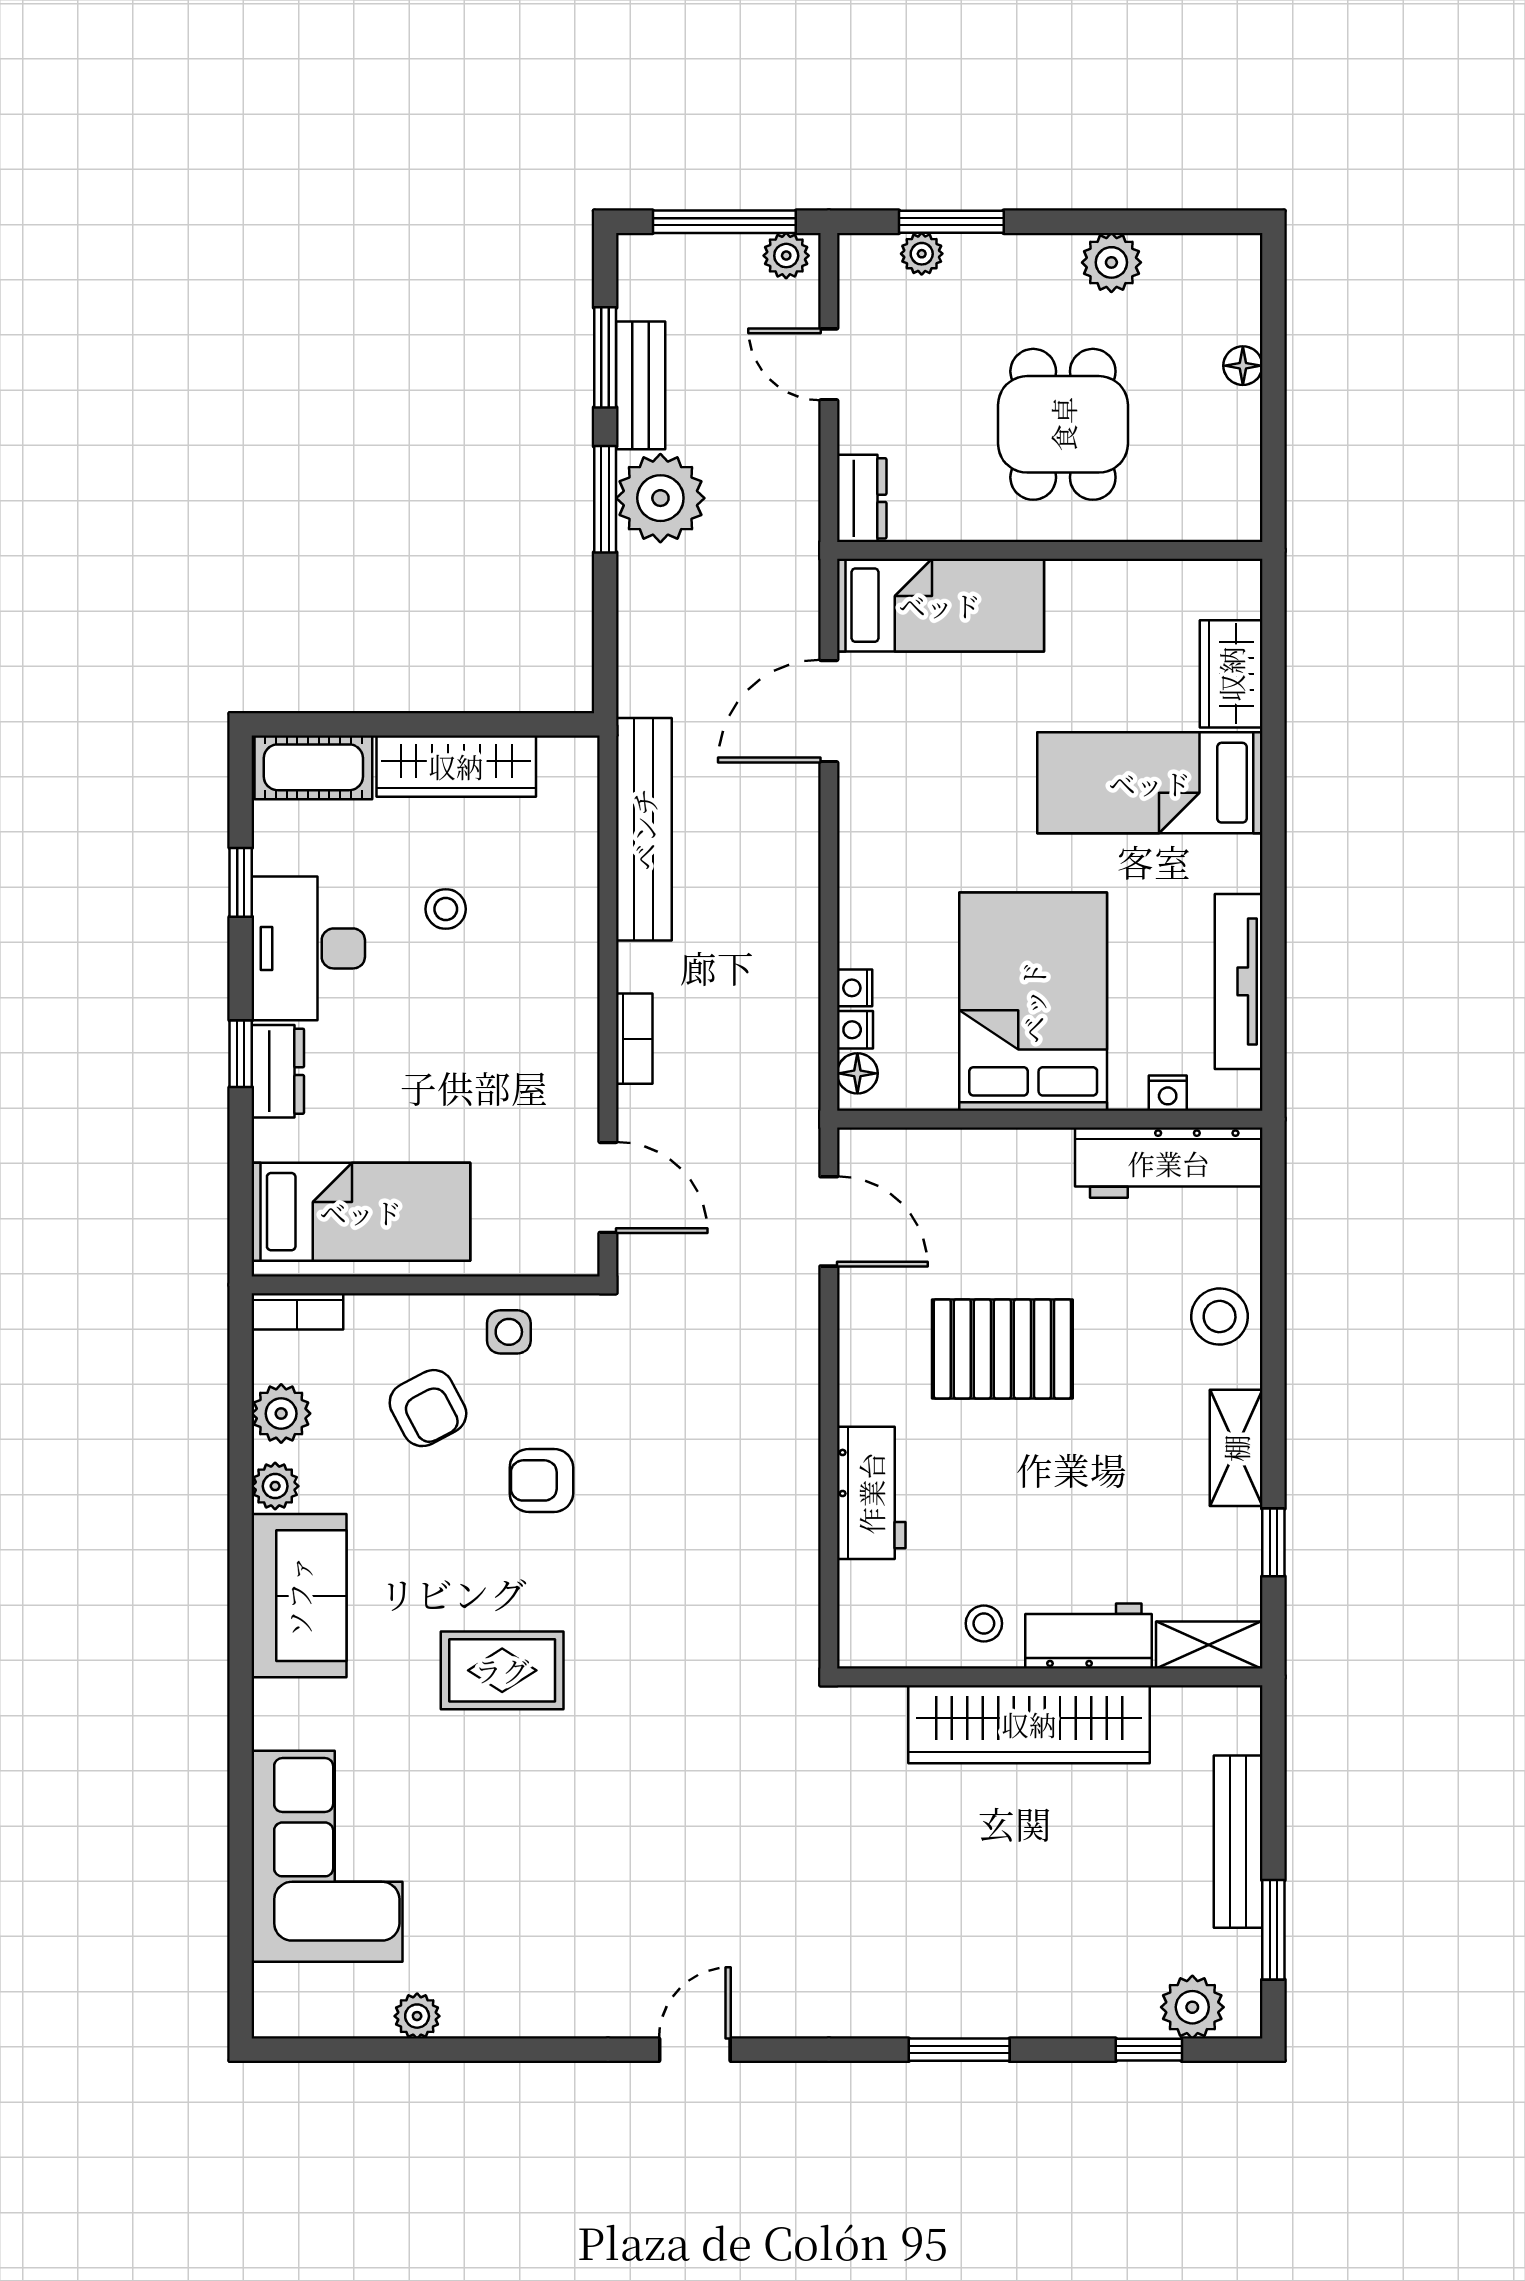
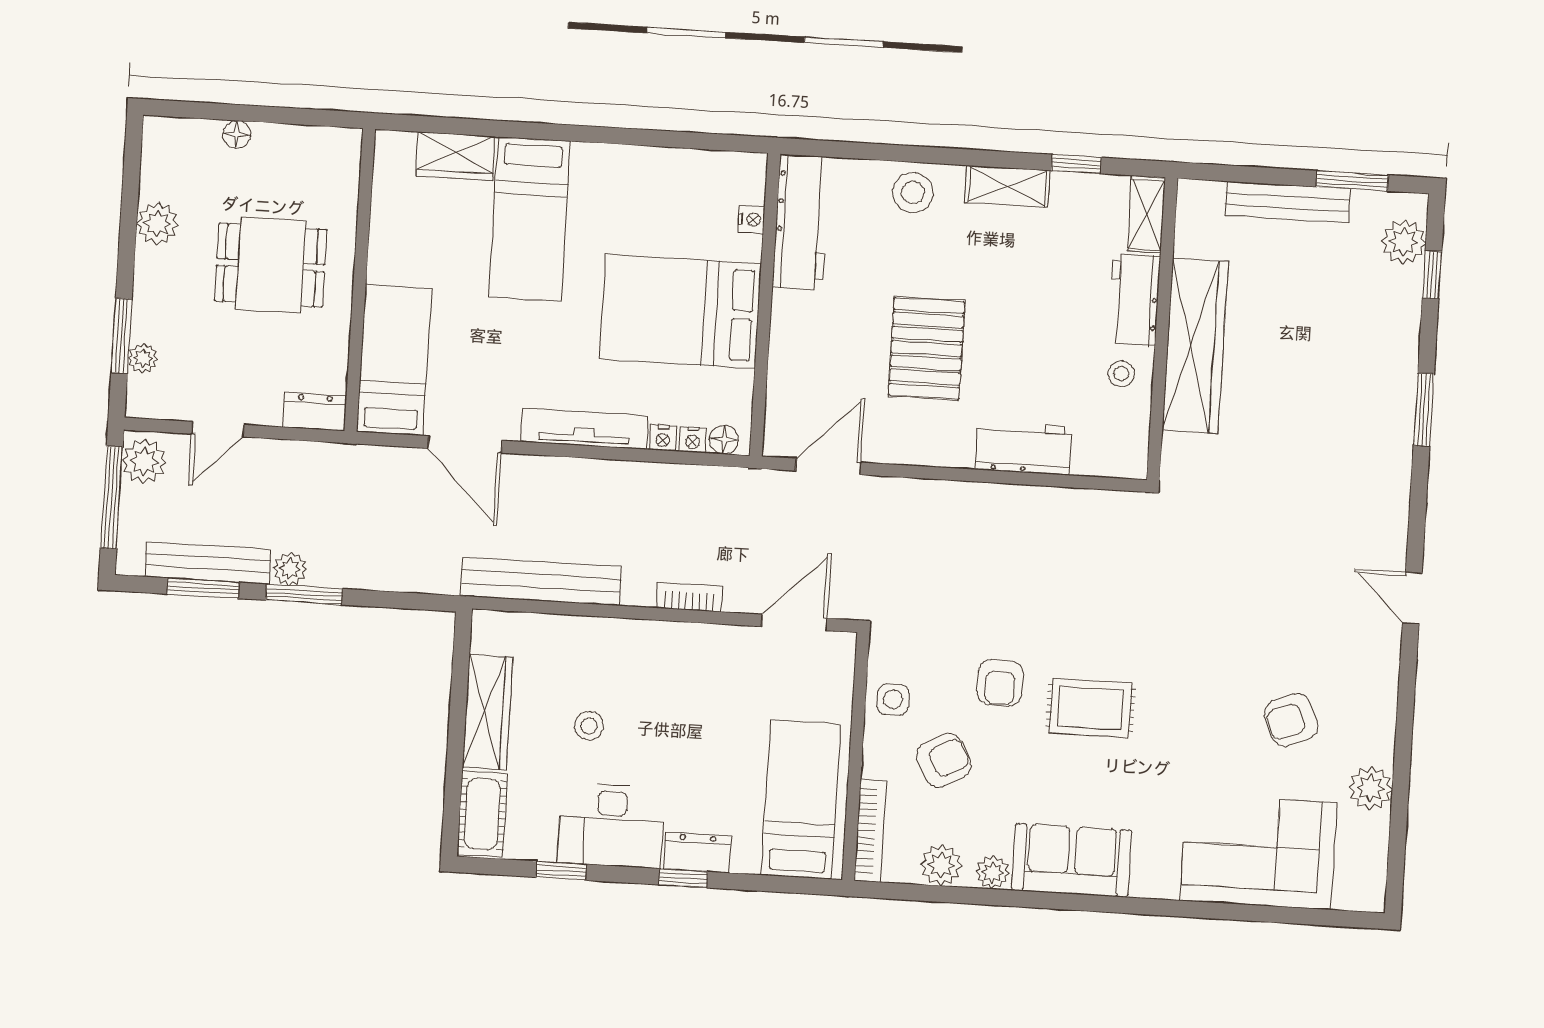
plant: (786, 256) -> (144, 461), width x1.38, depth x1.38
bench: (641, 385) -> (208, 563), width x1.36
plant: (660, 498) -> (290, 569), width x0.53, depth x0.53
tv unit: (1239, 981) -> (584, 429), moved, turned 180
bookcase: (297, 1311) -> (870, 831), width x1.56
rug: (502, 1670) -> (1090, 708), moved, turned 90
armchair: (514, 1891) -> (1291, 720), added
plant: (417, 2016) -> (1371, 788), width x1.38, depth x1.38

